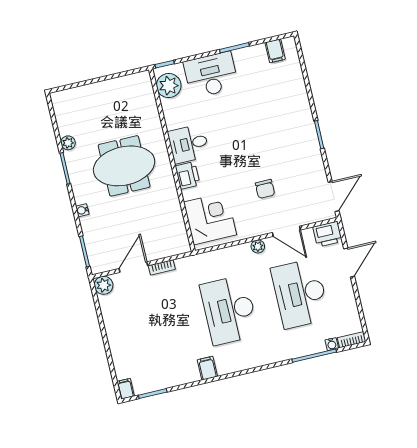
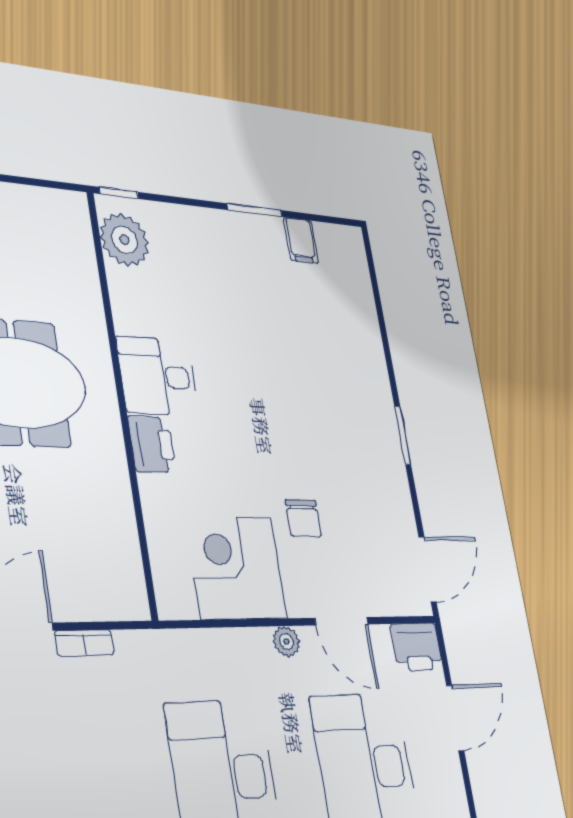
filing cabinet: (275, 51) -> (301, 240), moved
desk: (211, 75) -> (209, 247), removed
corner desk: (210, 218) -> (236, 568), moved, turned -90

